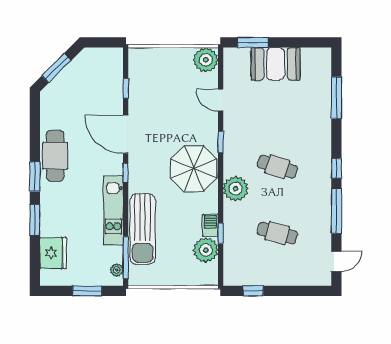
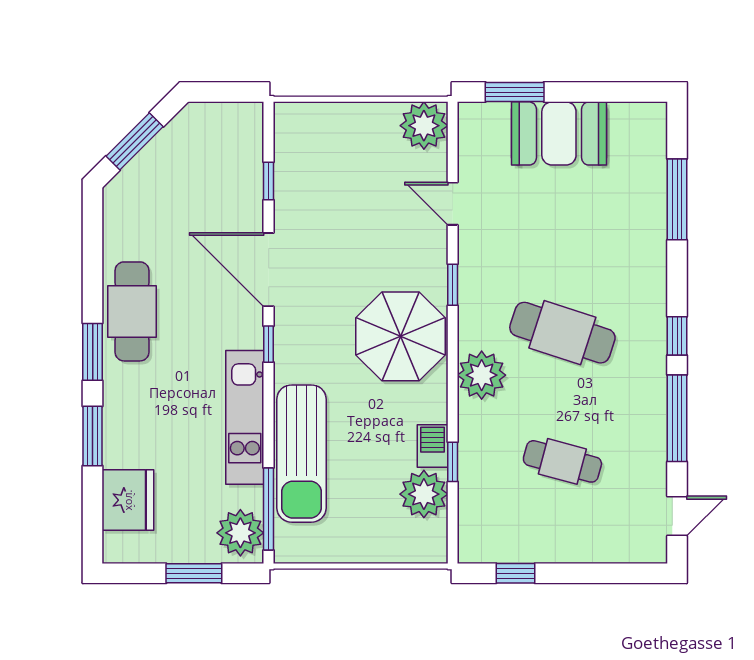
cafe table: (277, 167) -> (562, 333), width x1.37, depth x1.35
plant: (117, 270) -> (240, 533), width x1.87, depth x1.87

